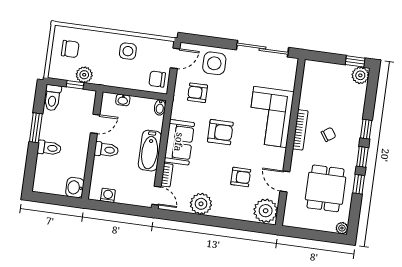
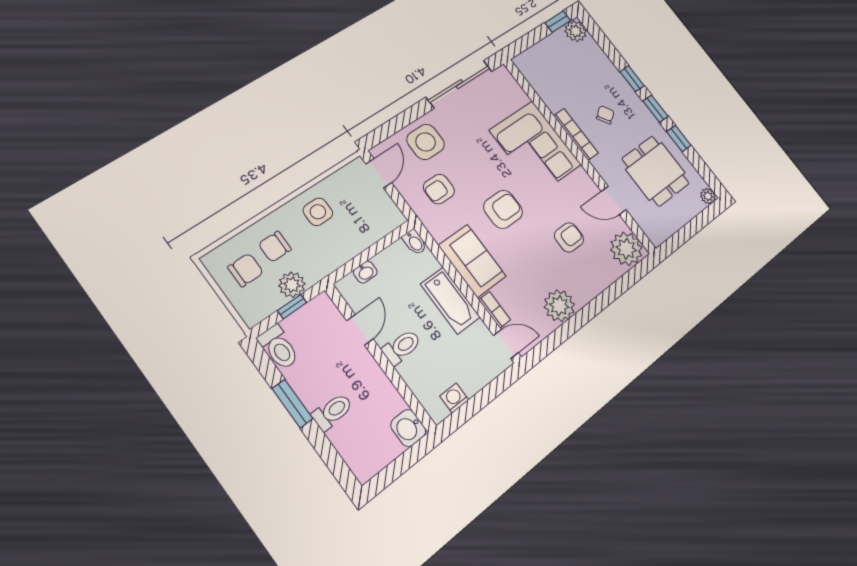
chair: (157, 79) -> (275, 247), moved

